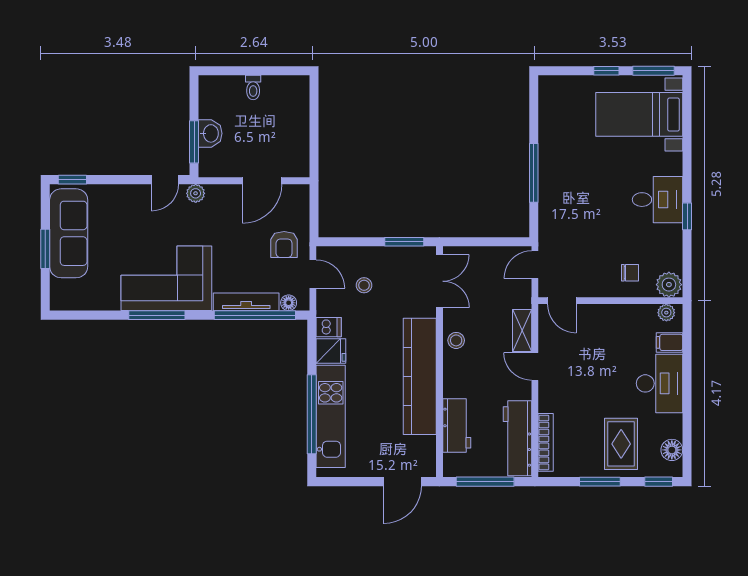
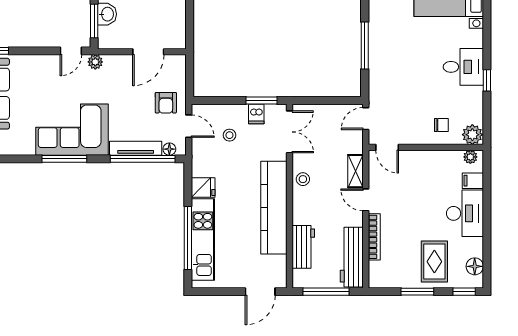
dishwasher: (329, 327) -> (256, 114), moved, turned 90
bookcase: (546, 442) -> (374, 237), moved

